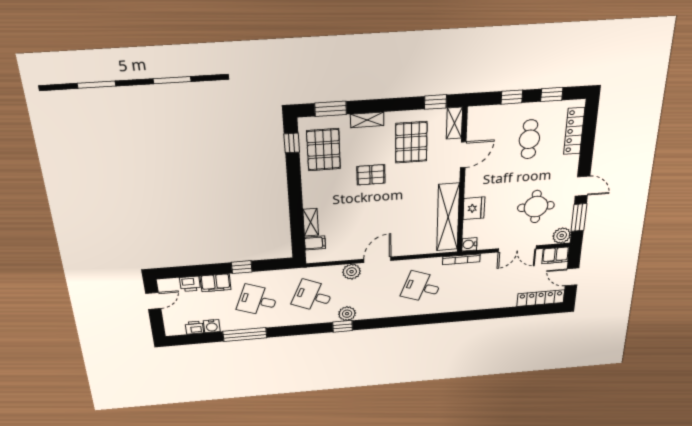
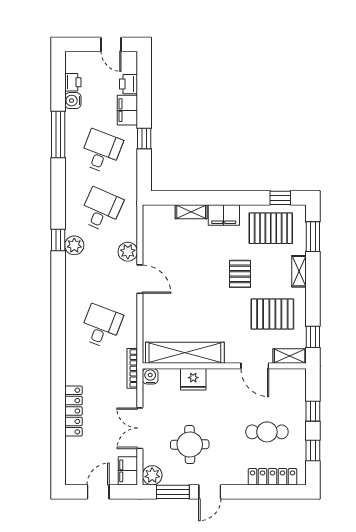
filing cabinet: (315, 243) -> (224, 215), moved, width x2.00
locker: (541, 298) -> (73, 411), moved

